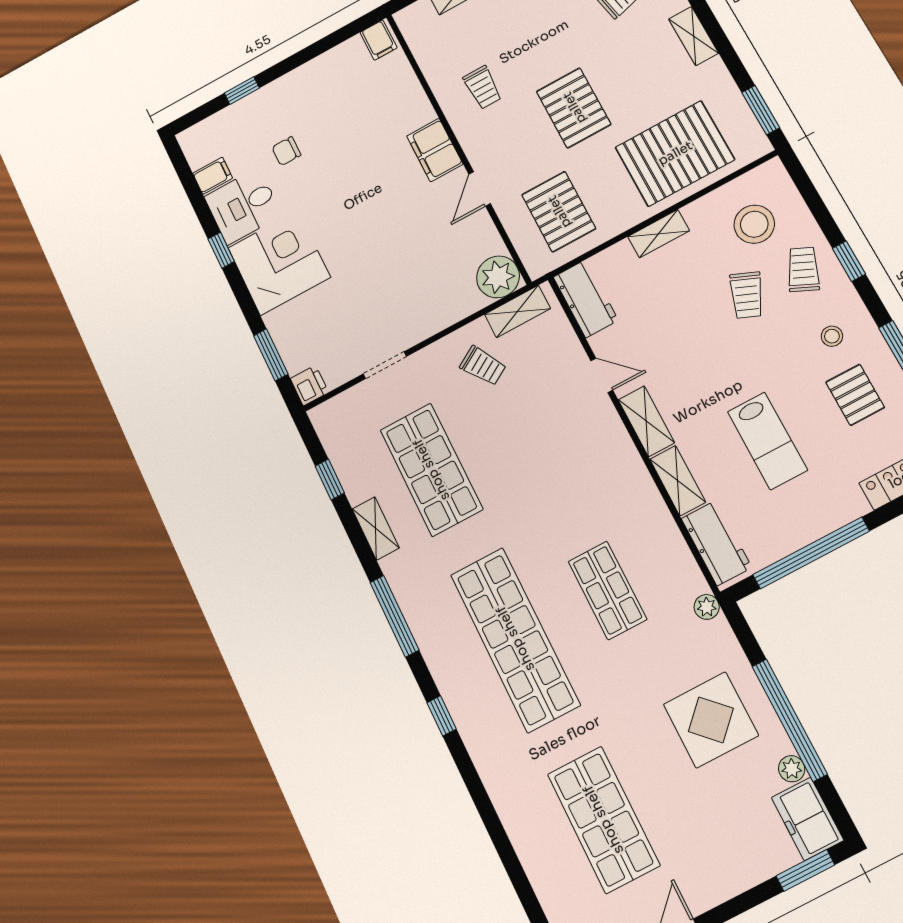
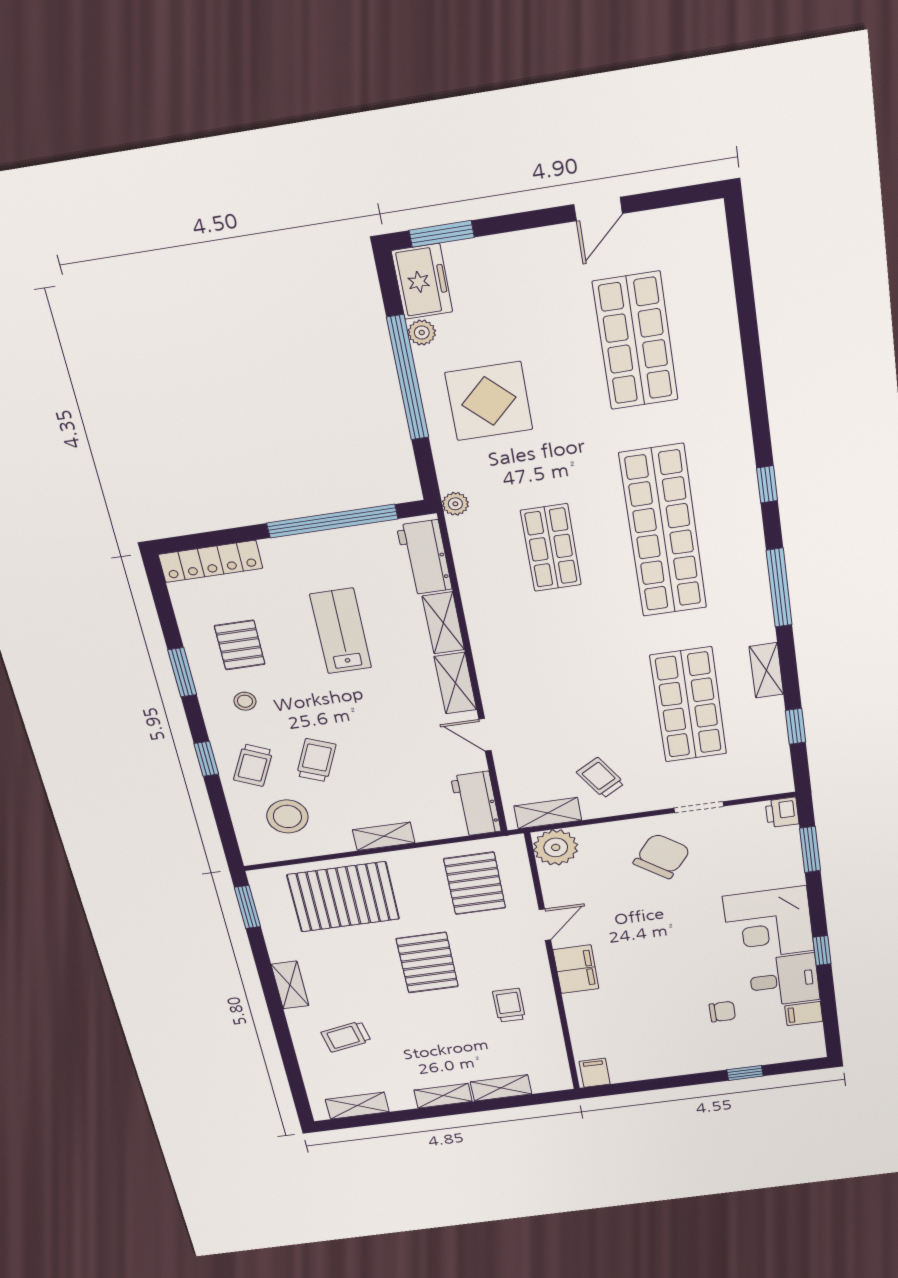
chair: (400, 301) -> (662, 856), added

